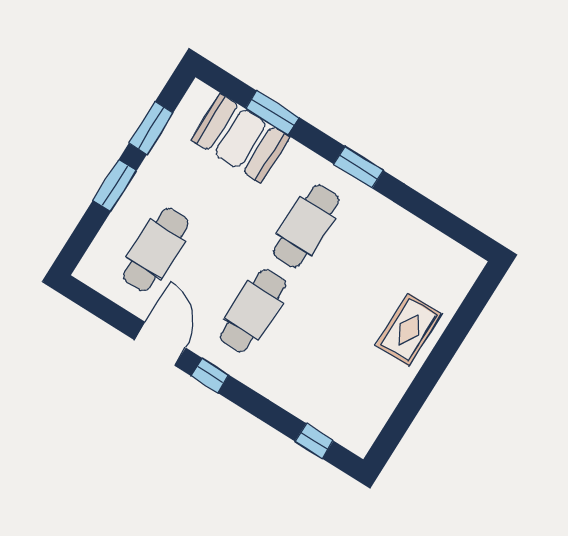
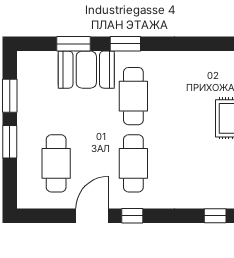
booth: (241, 138) -> (86, 70), moved
window: (359, 167) -> (125, 44), moved
door: (160, 344) -> (92, 216), hinge flipped

